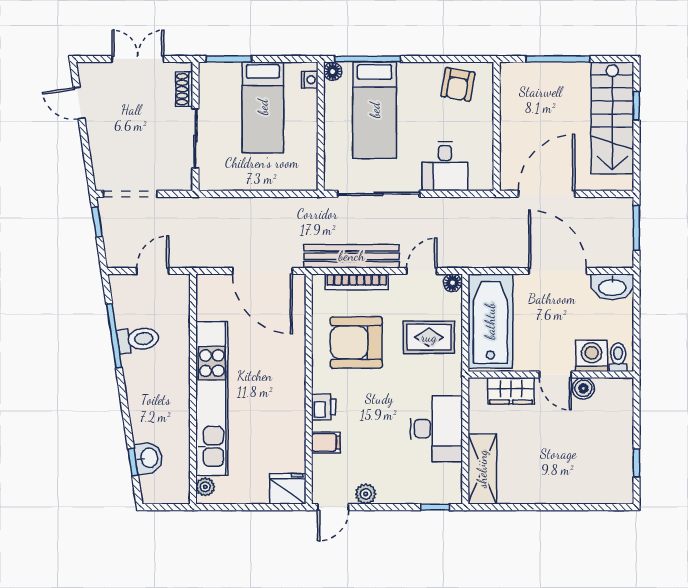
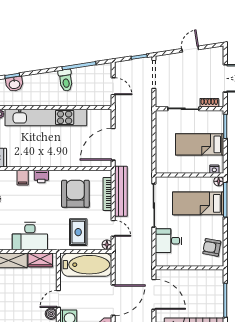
door: (79, 103) -> (190, 49), moved
toilet: (138, 339) -> (66, 80), moved
wardrobe: (511, 391) -> (40, 260), moved, turned -90

